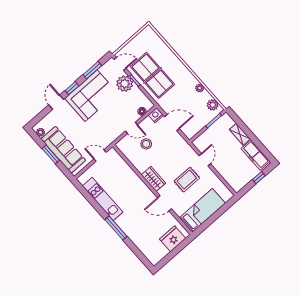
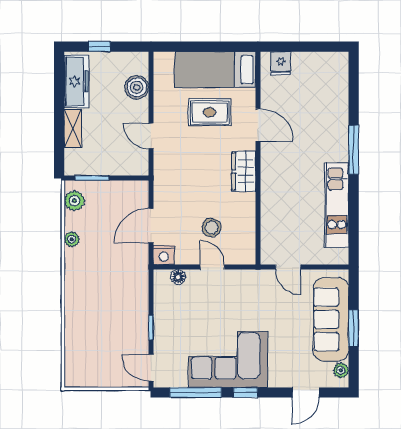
window: (92, 70) -> (196, 392), width x1.44
table tennis table: (152, 75) -> (121, 313), removed
plant: (125, 84) -> (168, 335), removed
door: (56, 102) -> (306, 392), moved
door: (172, 123) -> (151, 226), hinge flipped
door: (205, 160) -> (151, 136), hinge flipped
boiler: (228, 174) -> (137, 87), added
rug: (187, 180) -> (209, 112), moved
fridge: (173, 239) -> (281, 63), width x0.53, depth x0.75

